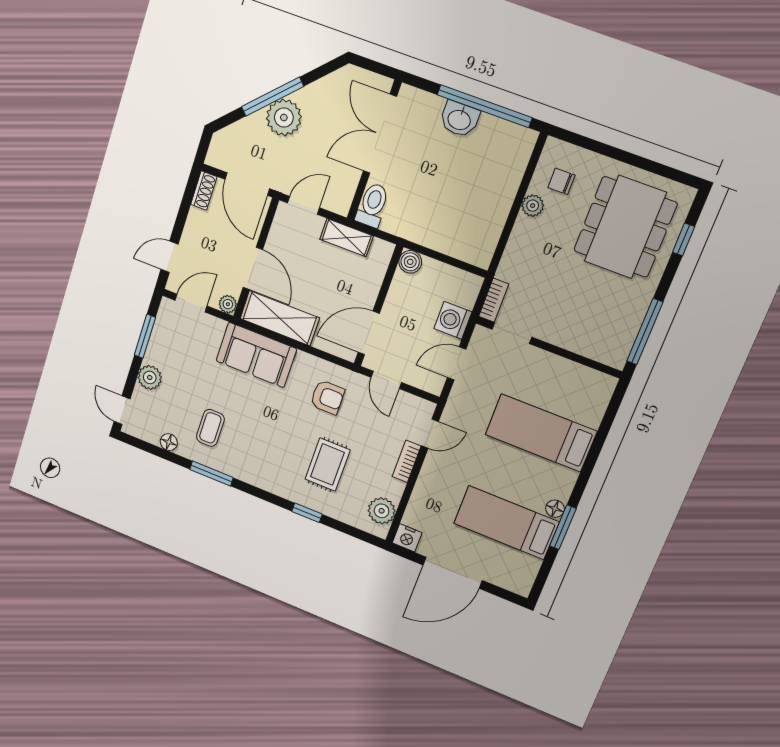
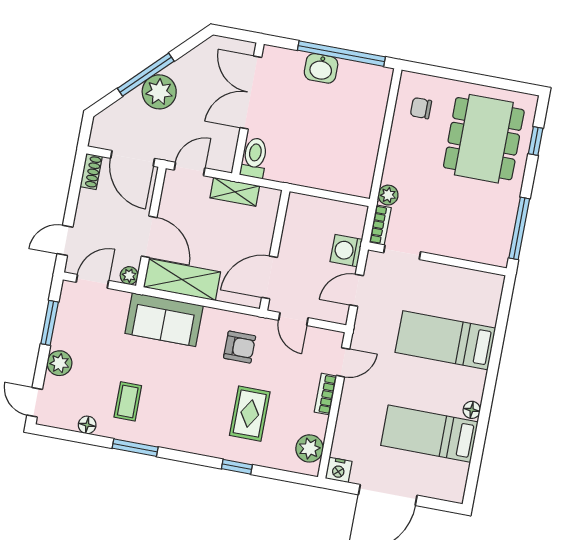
plant: (533, 206) -> (388, 195), moved
boiler: (410, 262) -> (298, 204), removed
window: (563, 527) -> (482, 426), removed

